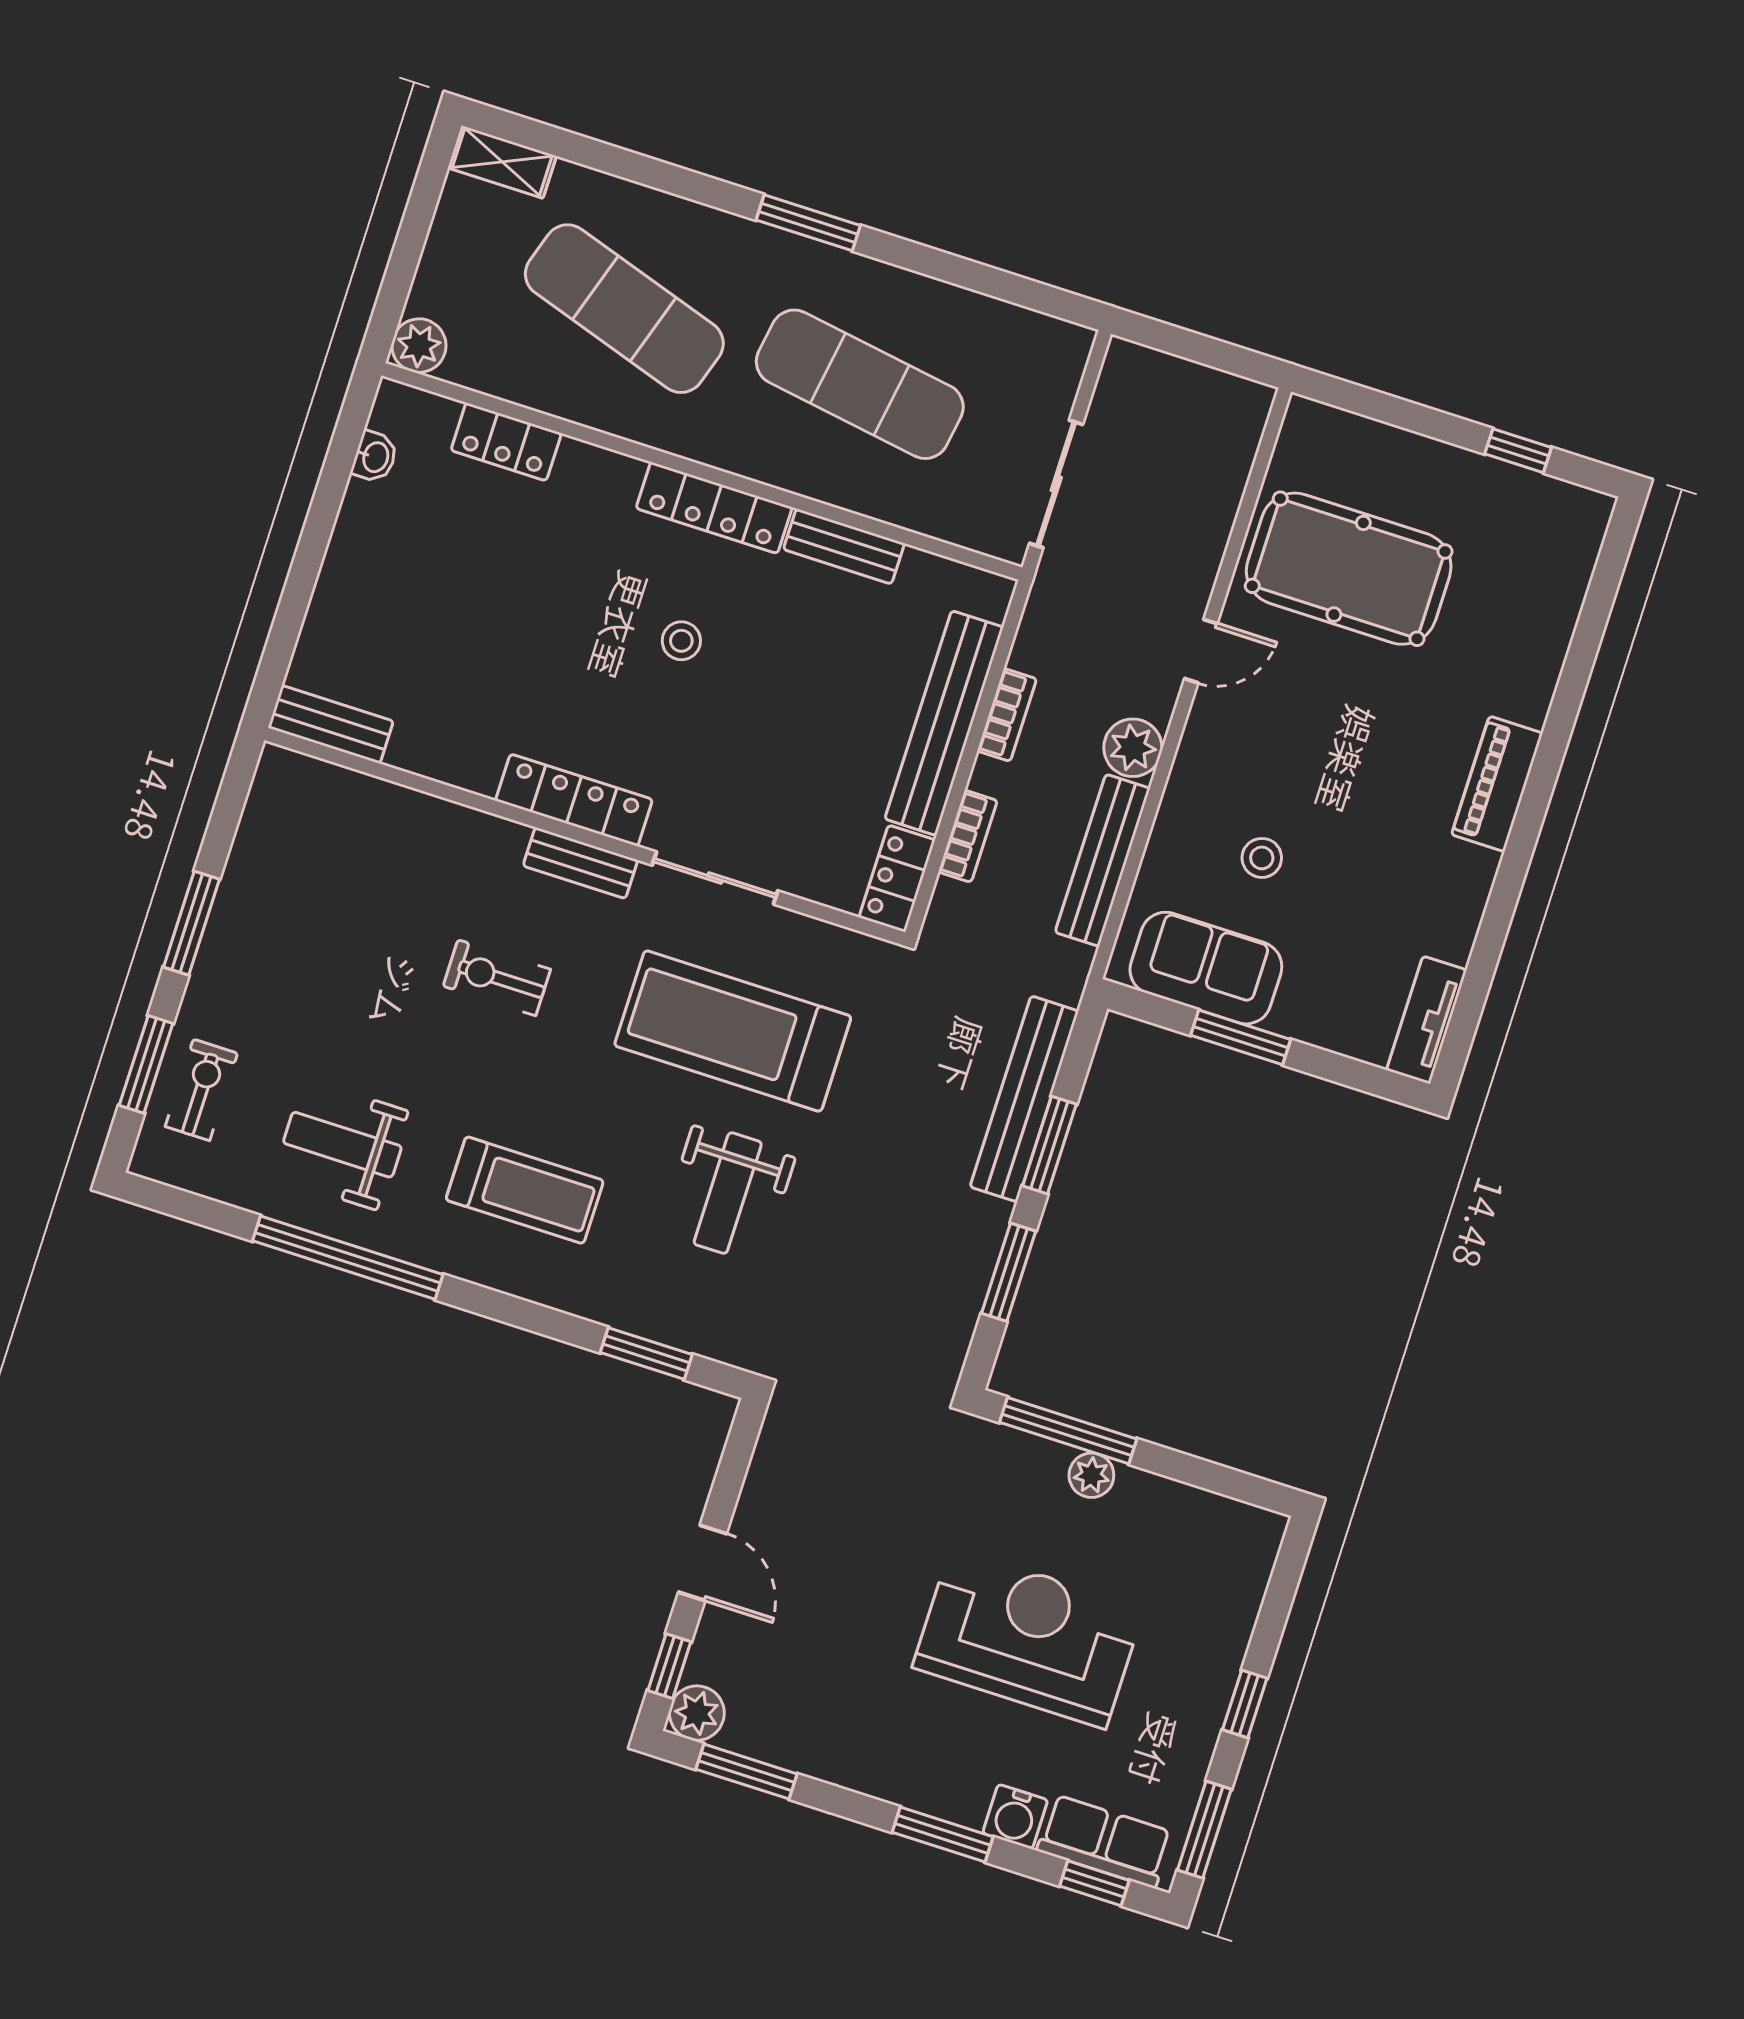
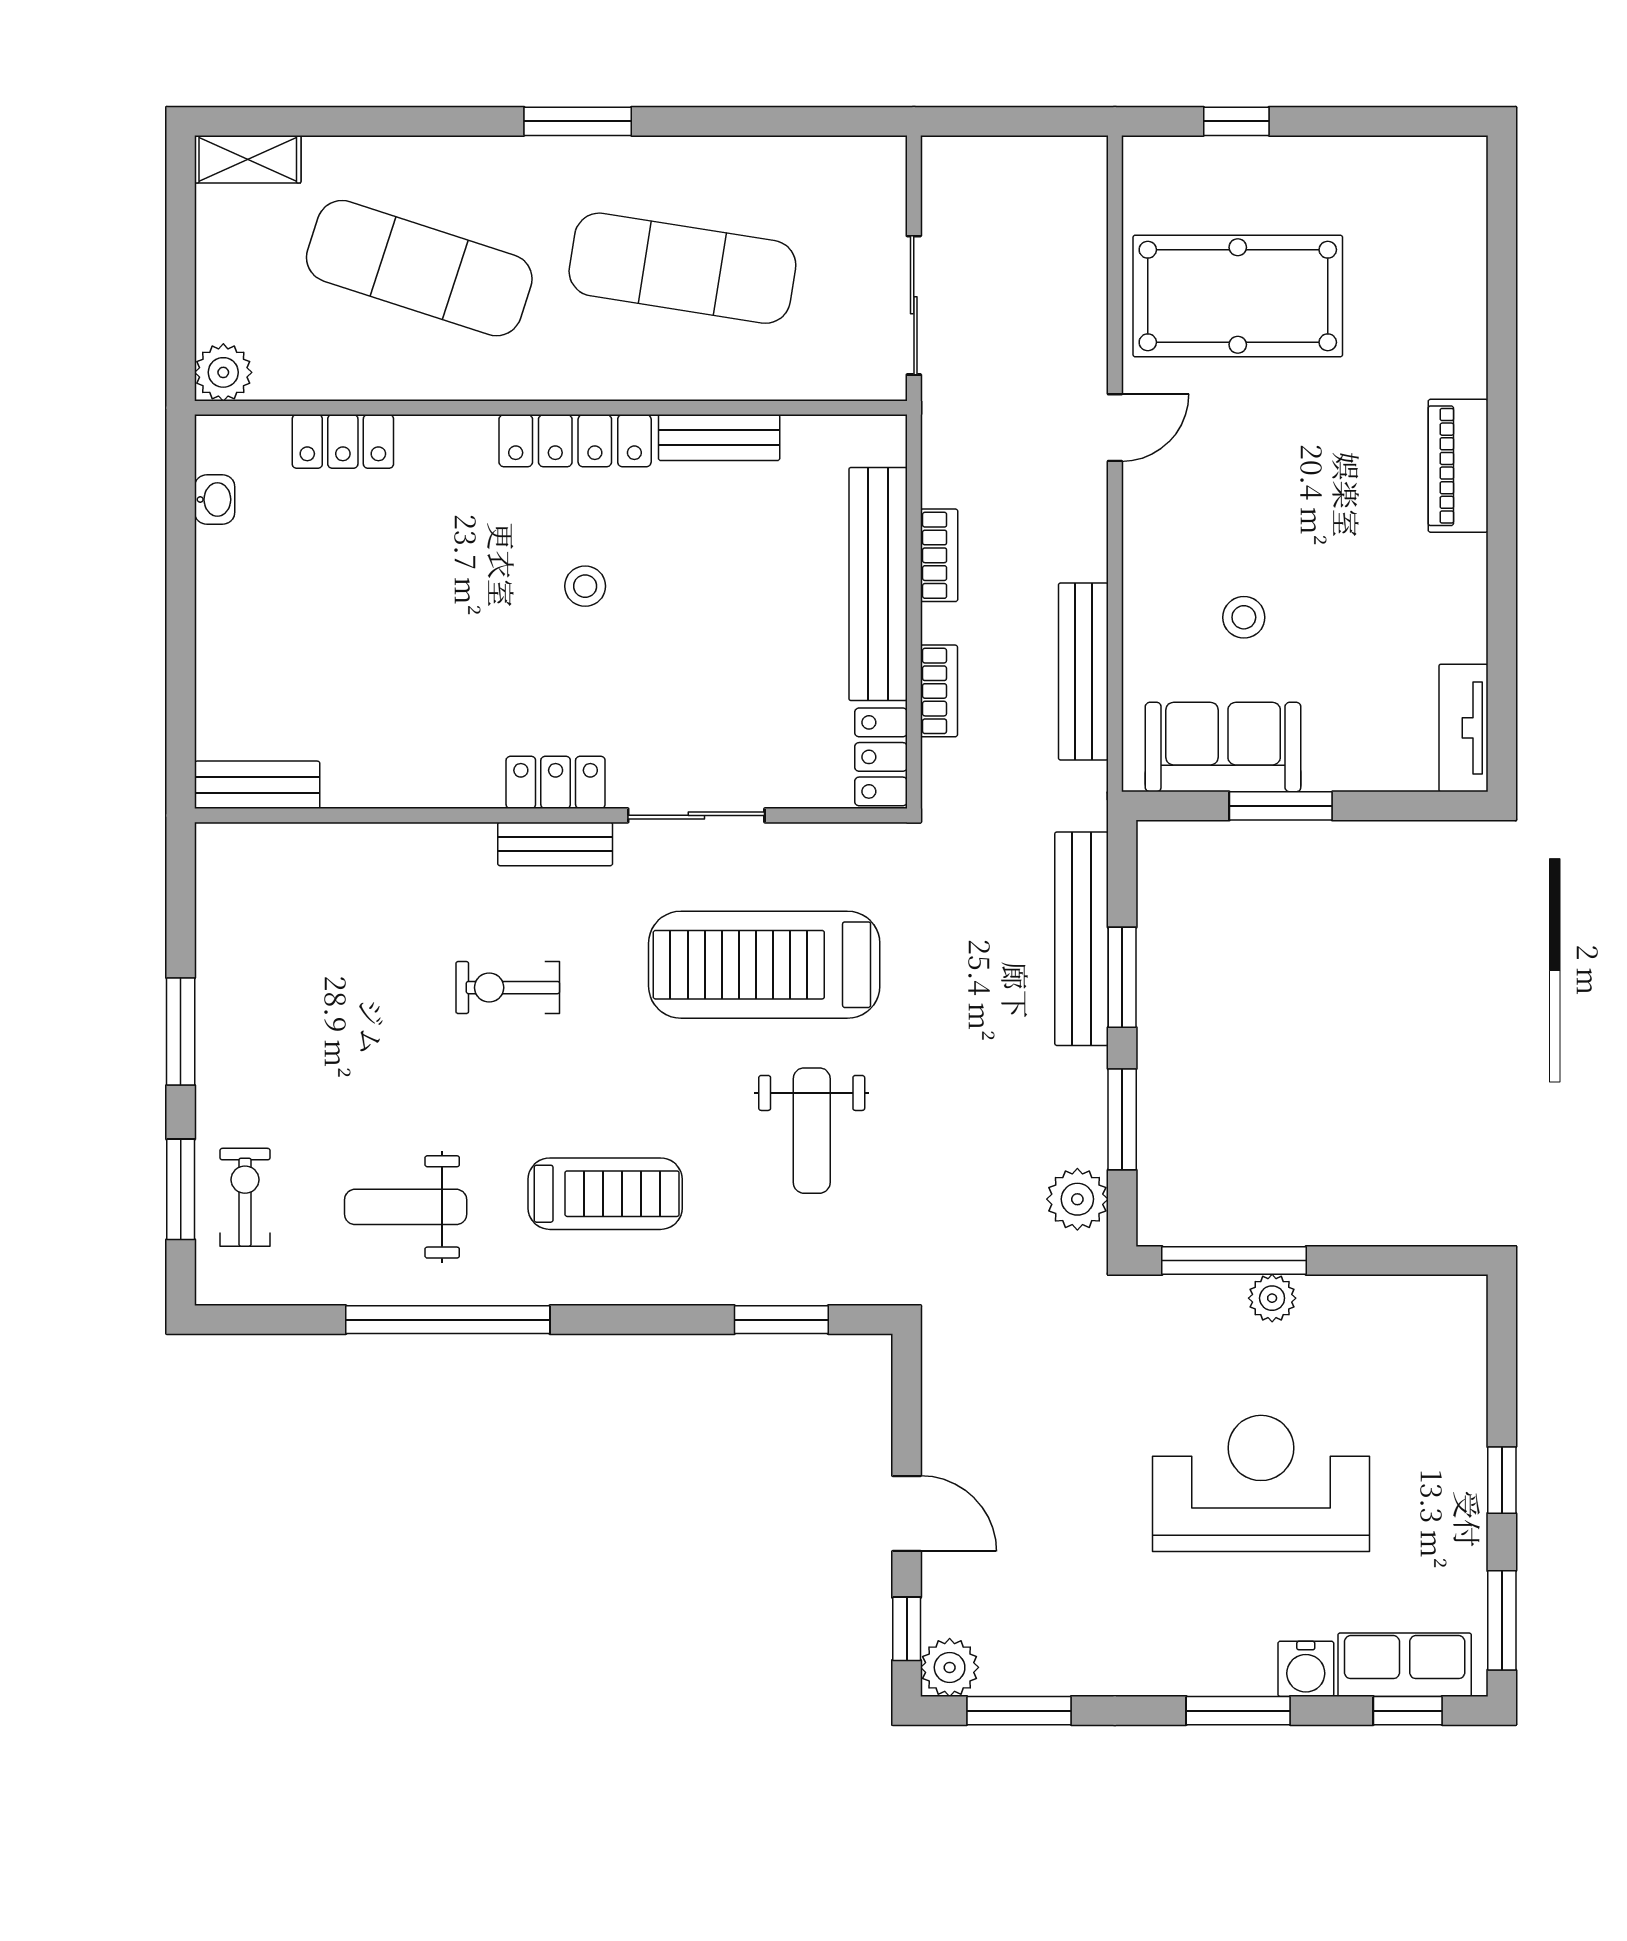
window: (1518, 451) -> (1236, 121), moved
plant: (1133, 748) -> (1077, 1199), moved
locker: (574, 800) -> (556, 782), width x0.66

